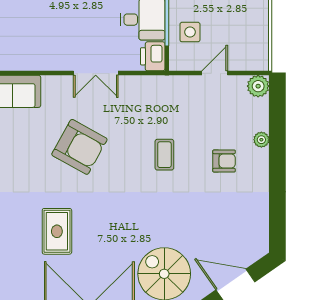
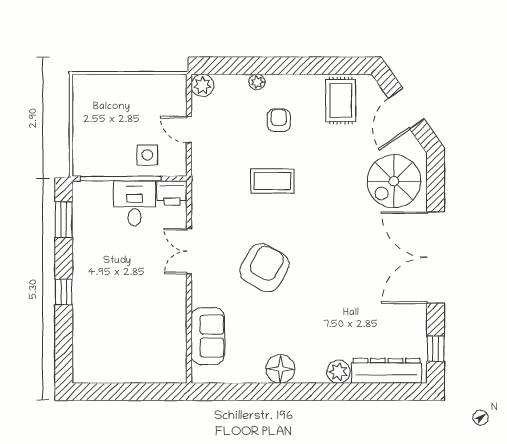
double door: (96, 73) -> (189, 251), swing flipped
coffee table: (164, 155) -> (272, 181), width x1.36, depth x1.30
rug: (57, 231) -> (341, 100), moved, turned 90

